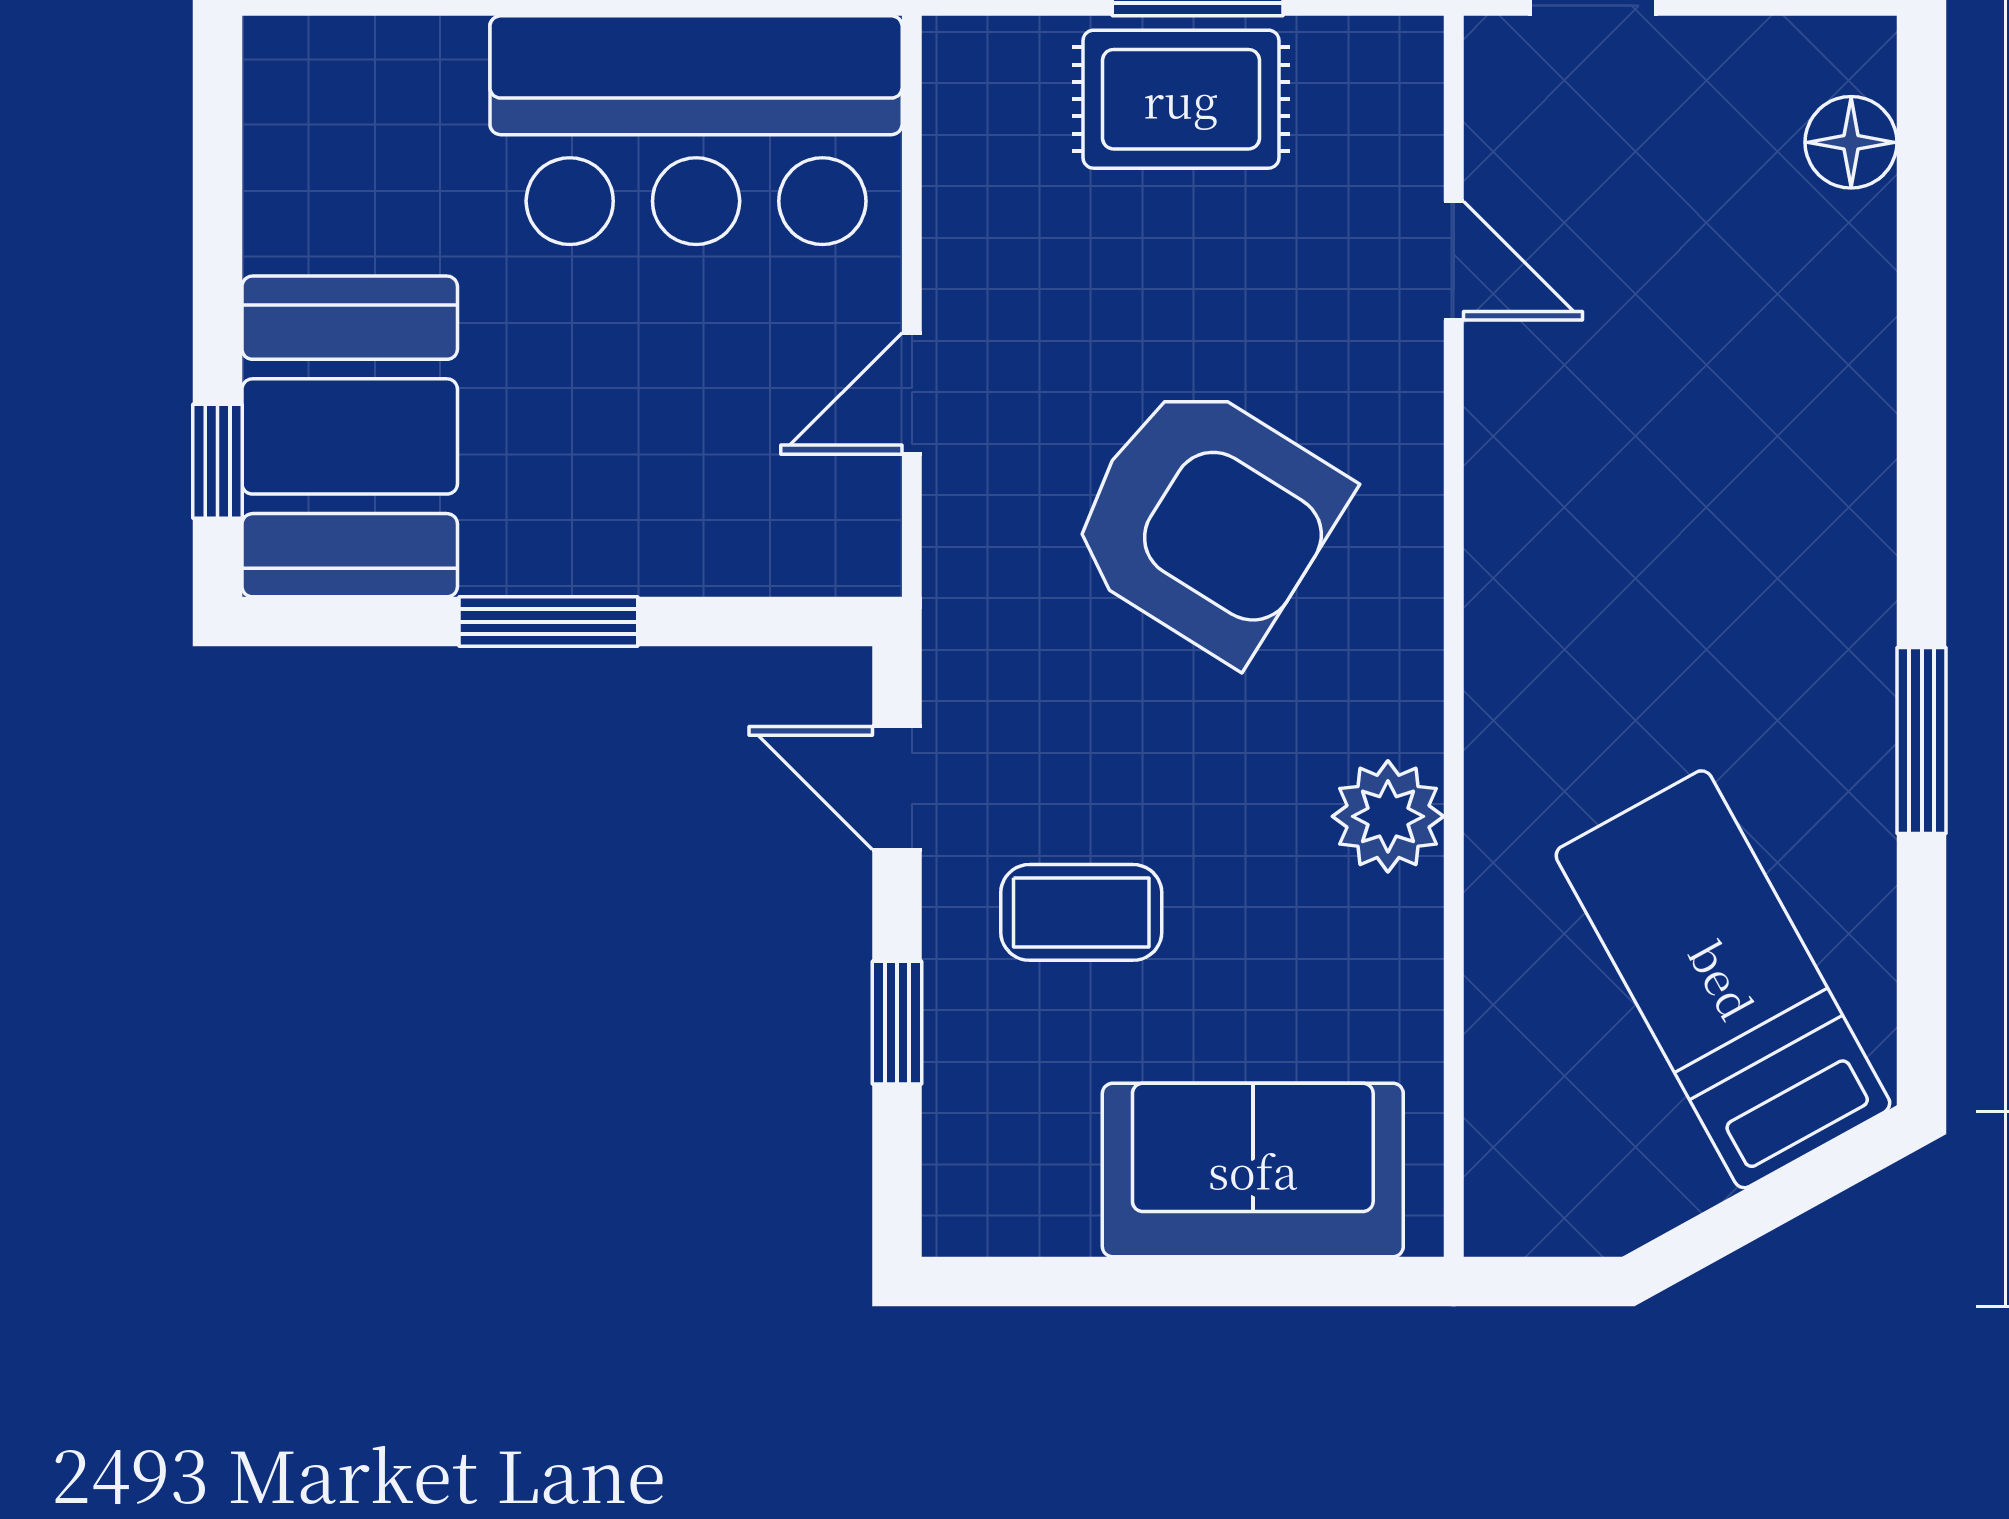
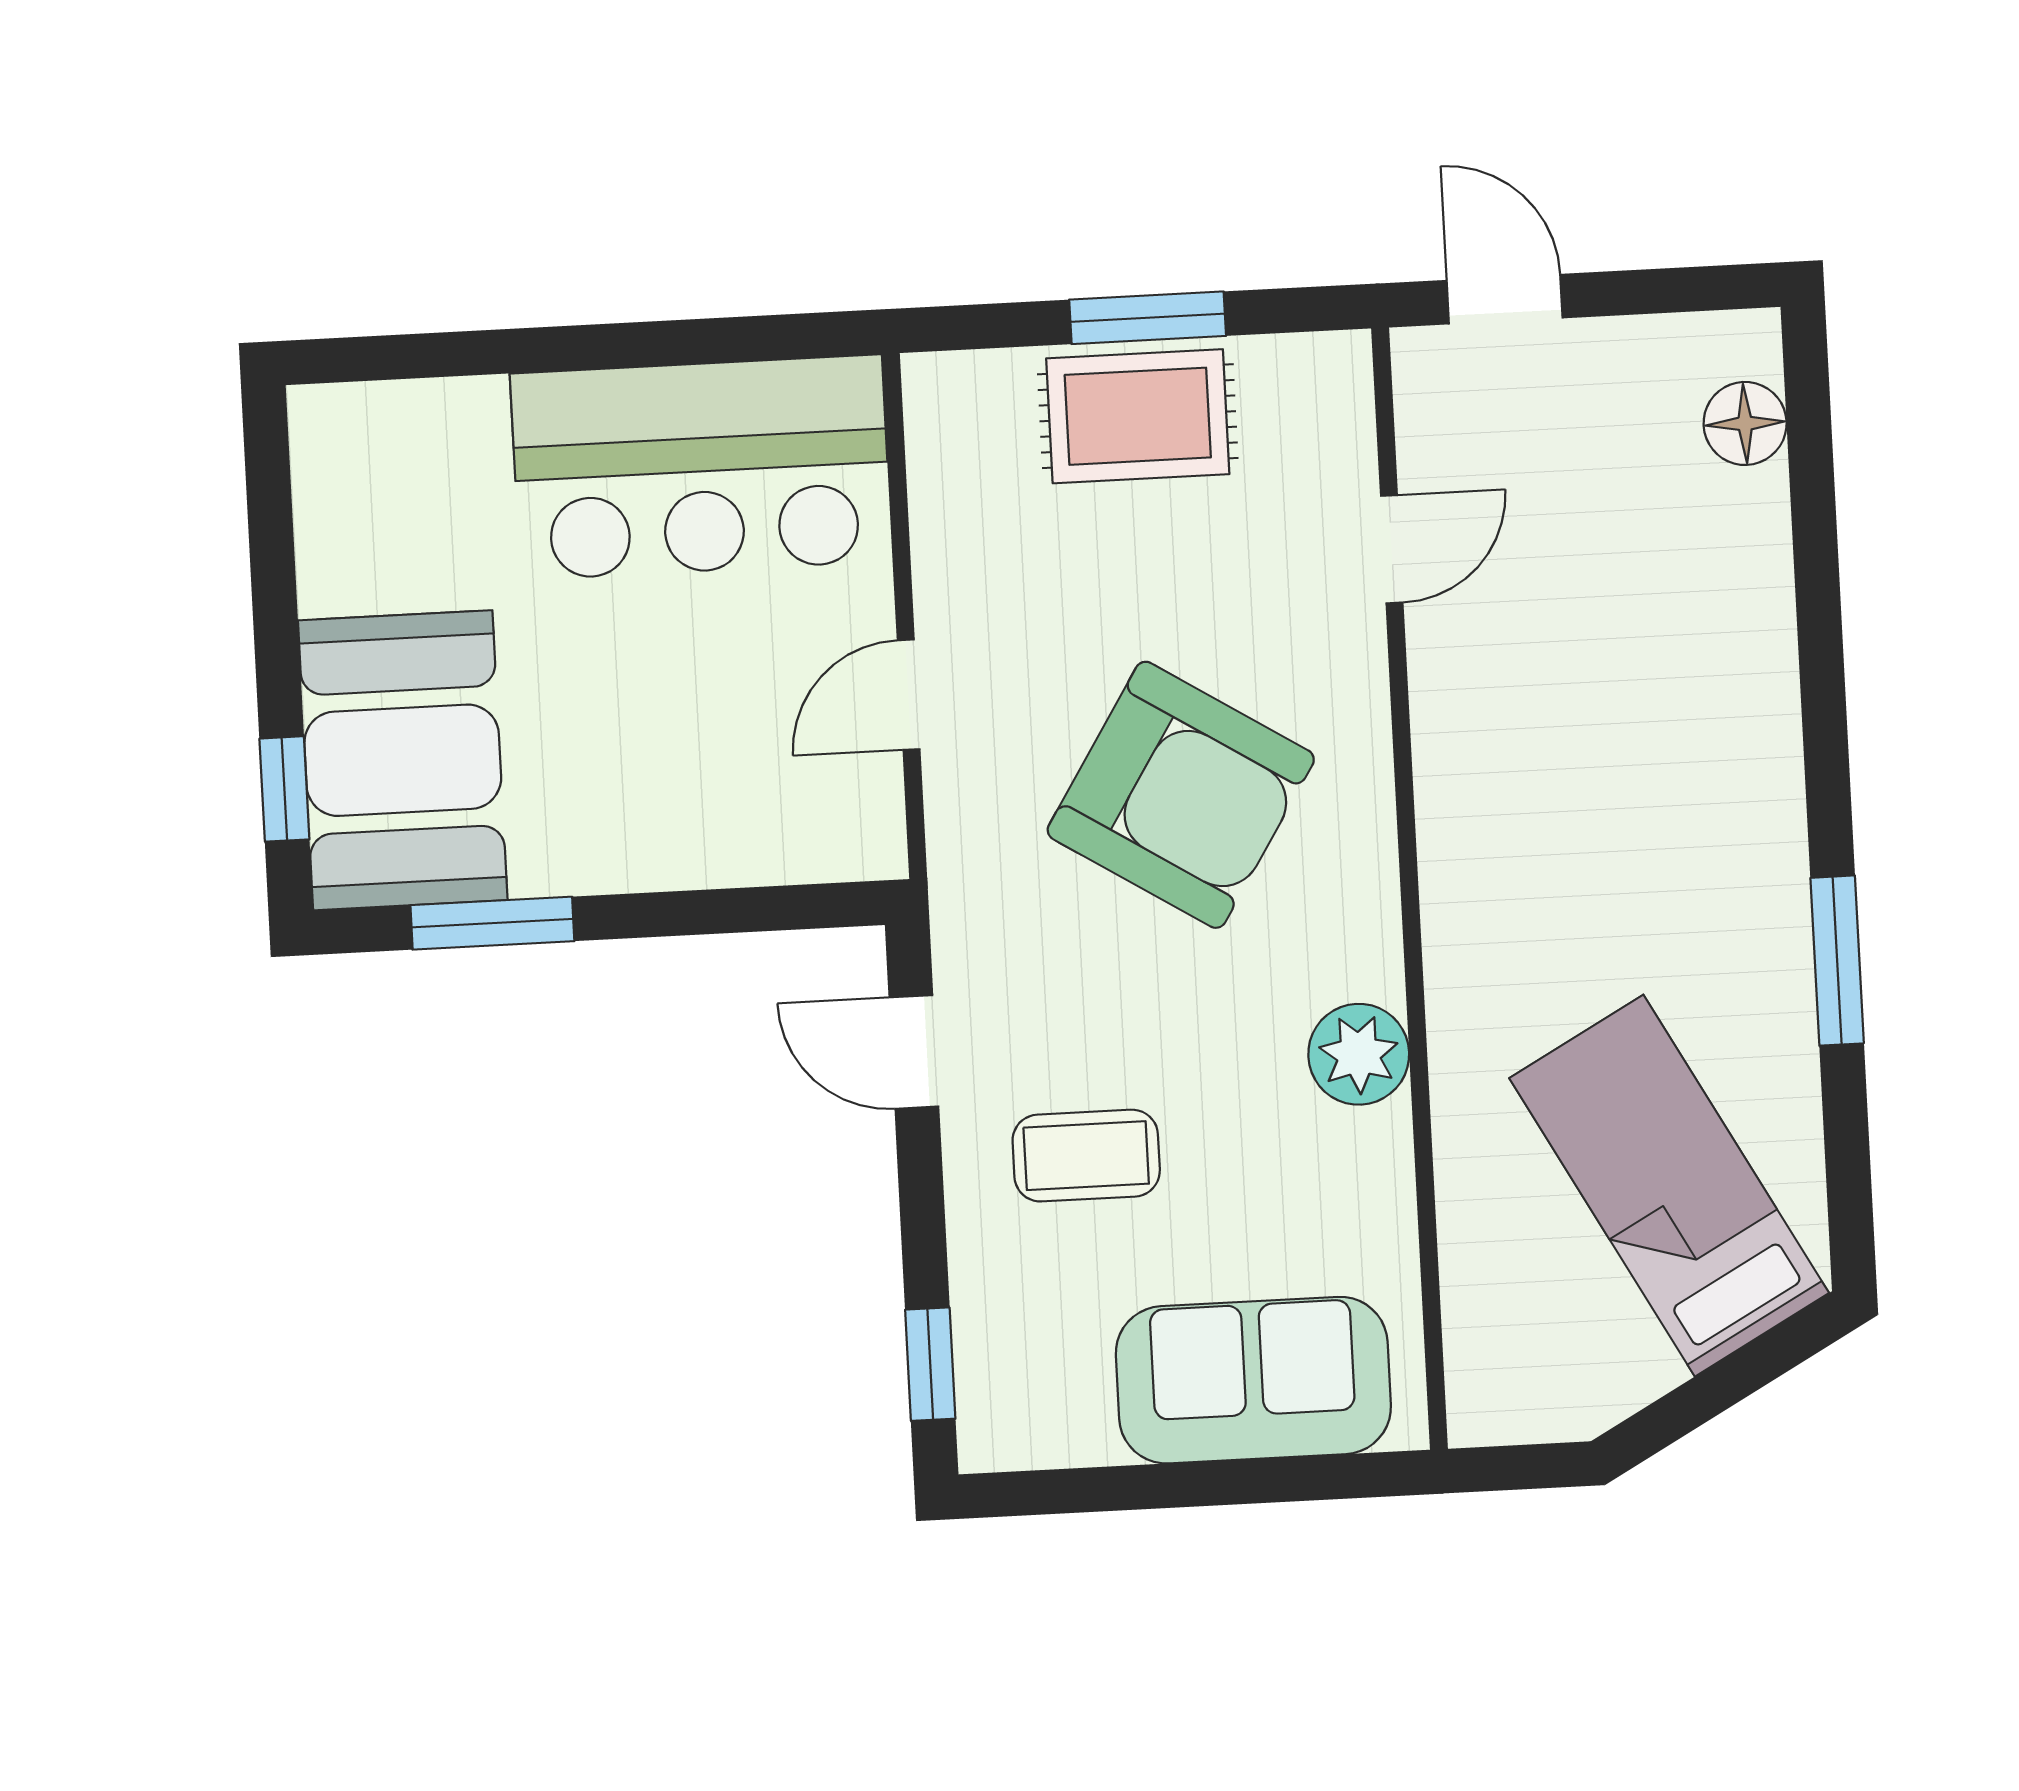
door: (1454, 261) -> (1392, 549), hinge flipped
window: (548, 622) -> (492, 923), moved
window: (897, 1023) -> (930, 1364), moved

